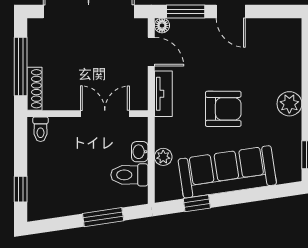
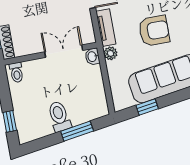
washbasin: (140, 152) -> (92, 57), moved
plant: (163, 157) -> (110, 53), moved
toilet: (129, 175) -> (59, 116), moved, turned 82

